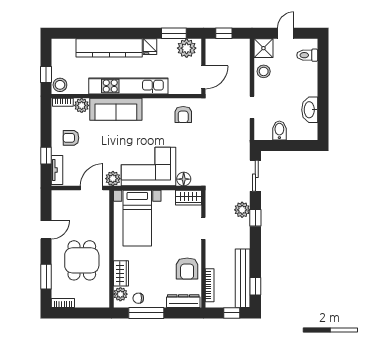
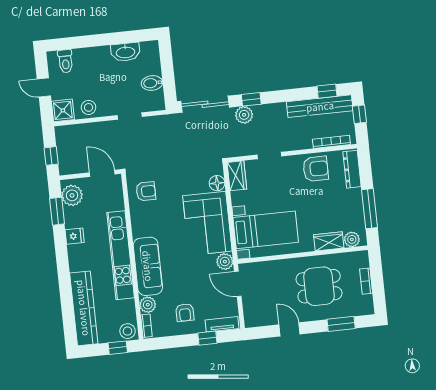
kitchen counter: (109, 48) -> (84, 308), moved
sliding door: (255, 176) -> (205, 104), width x1.37
chair: (138, 298) -> (354, 219), removed
bookcase: (63, 303) -> (366, 281), moved

